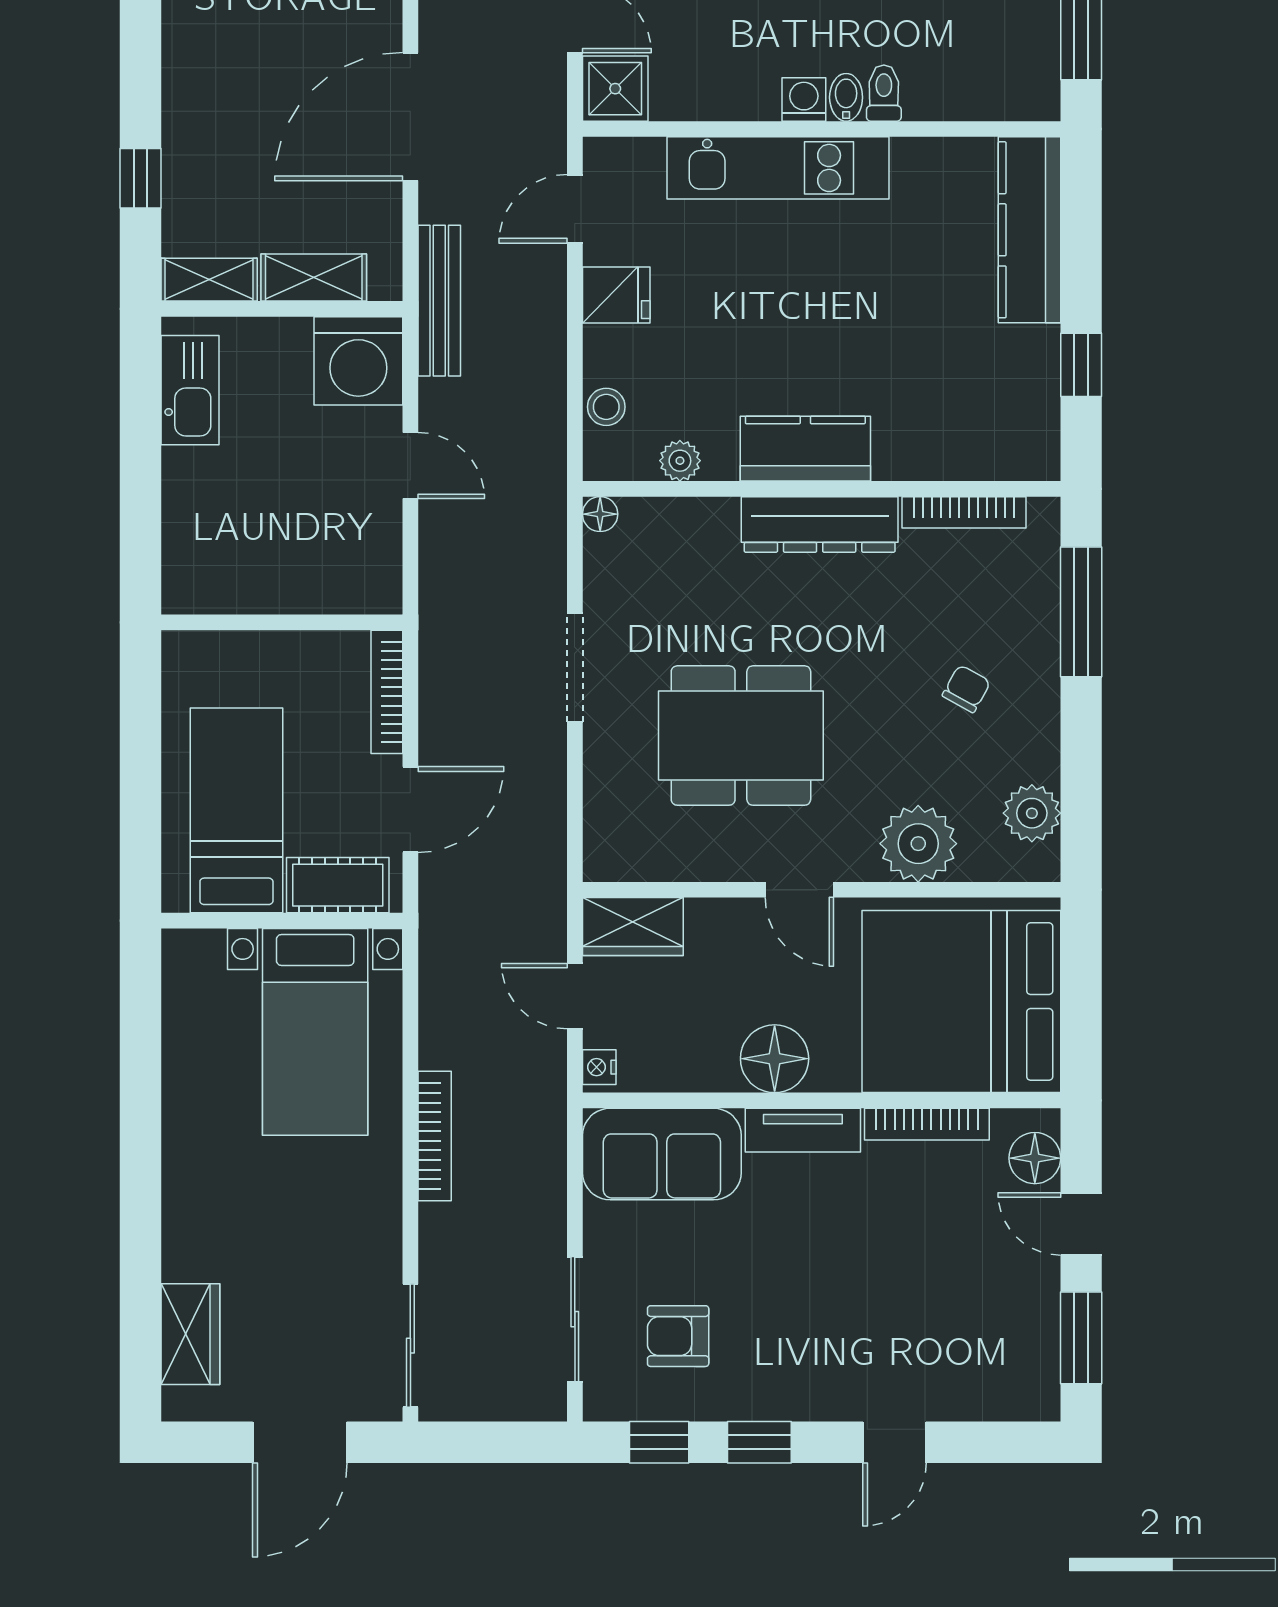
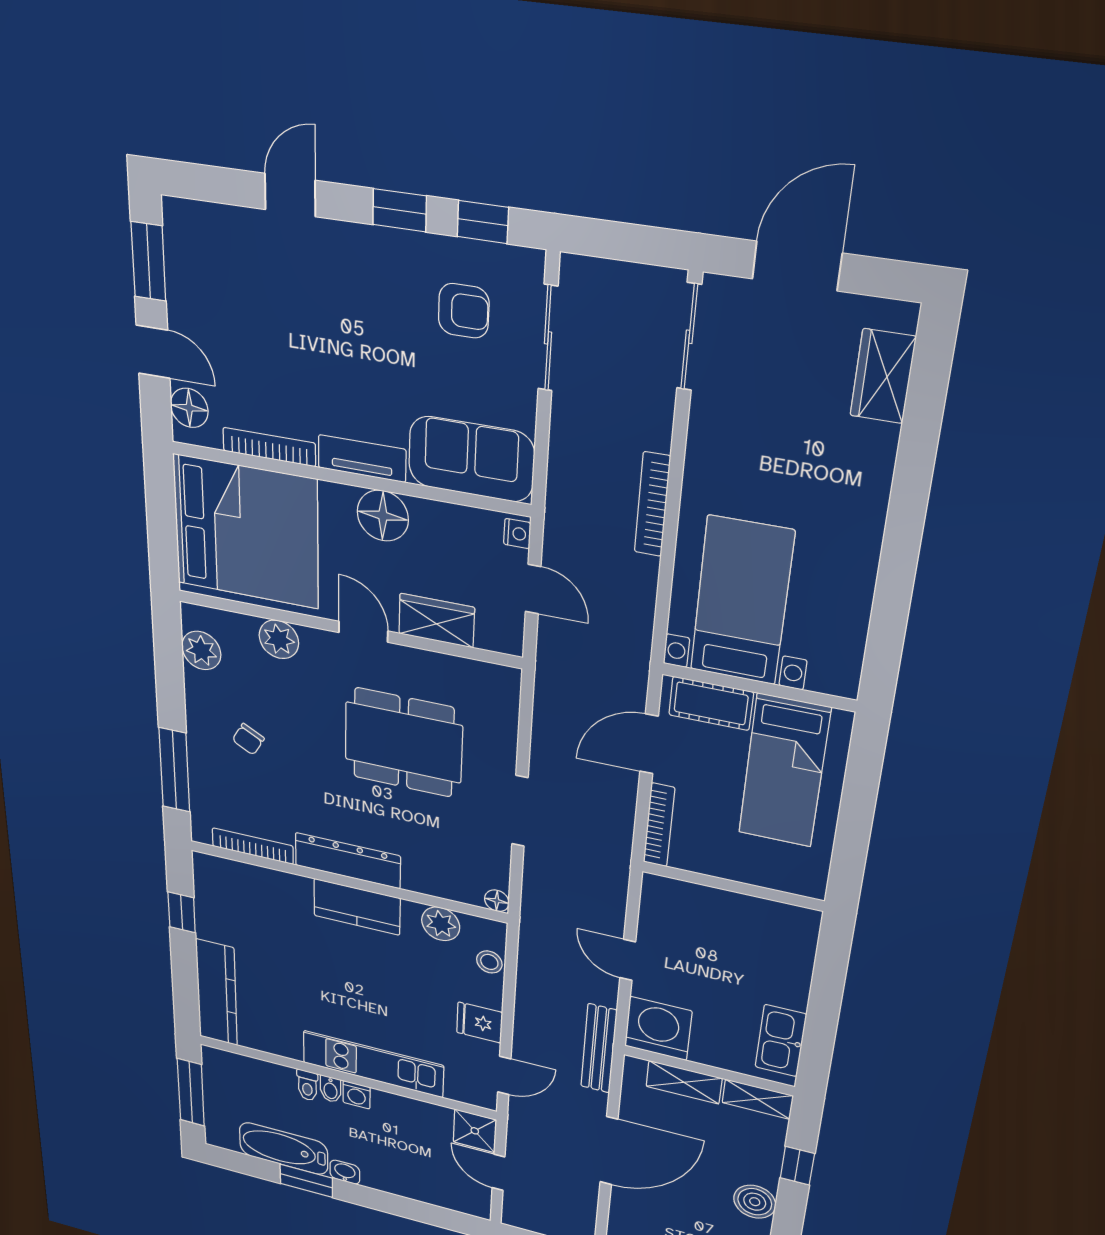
boiler: (192, 91) -> (755, 1202), added
plant: (680, 461) -> (441, 924), width x1.38, depth x1.38
plant: (918, 844) -> (279, 639), width x0.73, depth x0.73
wardrobe: (633, 927) -> (437, 621), moved

